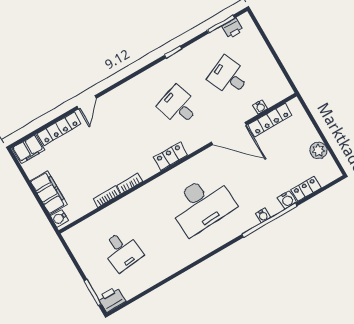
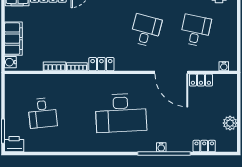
desk: (229, 77) -> (196, 30), turned 36
desk: (178, 106) -> (146, 30), turned 33
water cooler: (260, 107) -> (224, 66), moved
locker: (270, 120) -> (201, 80), width x0.66
locker: (170, 156) -> (101, 64), moved
water cooler: (287, 200) -> (186, 146), removed

